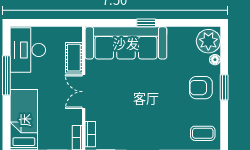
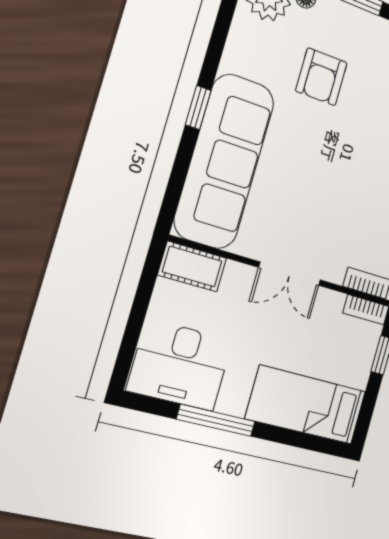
cot: (74, 58) -> (192, 267), moved
armchair: (201, 88) -> (321, 77), moved

